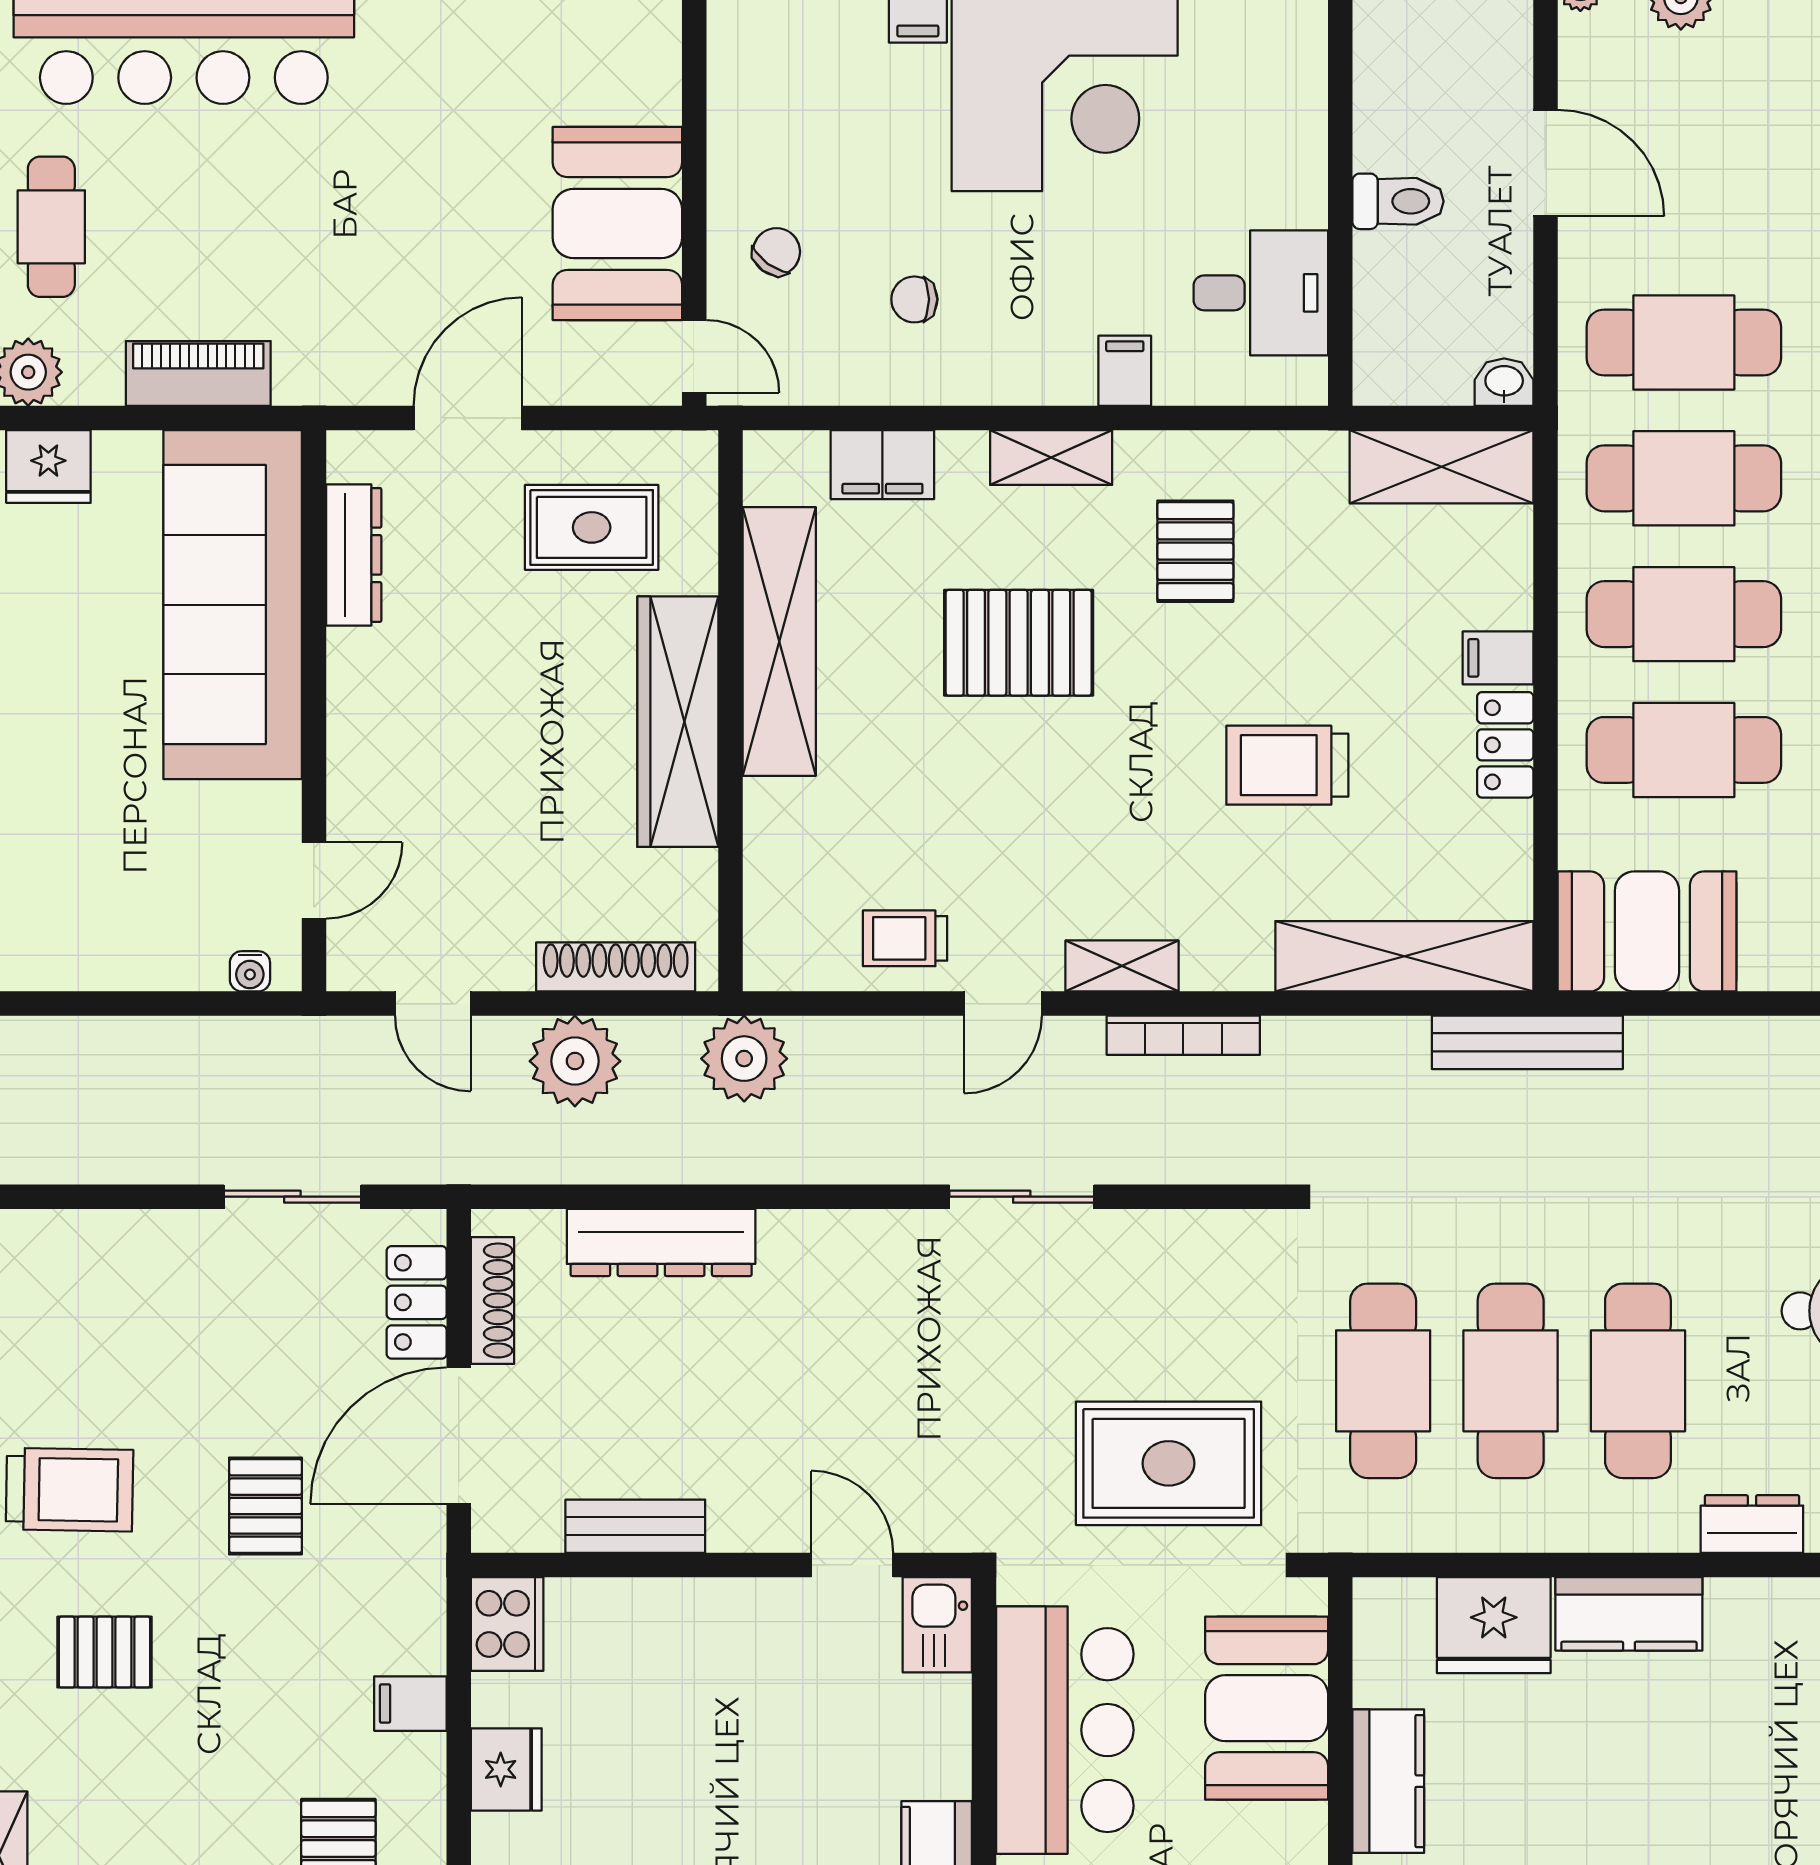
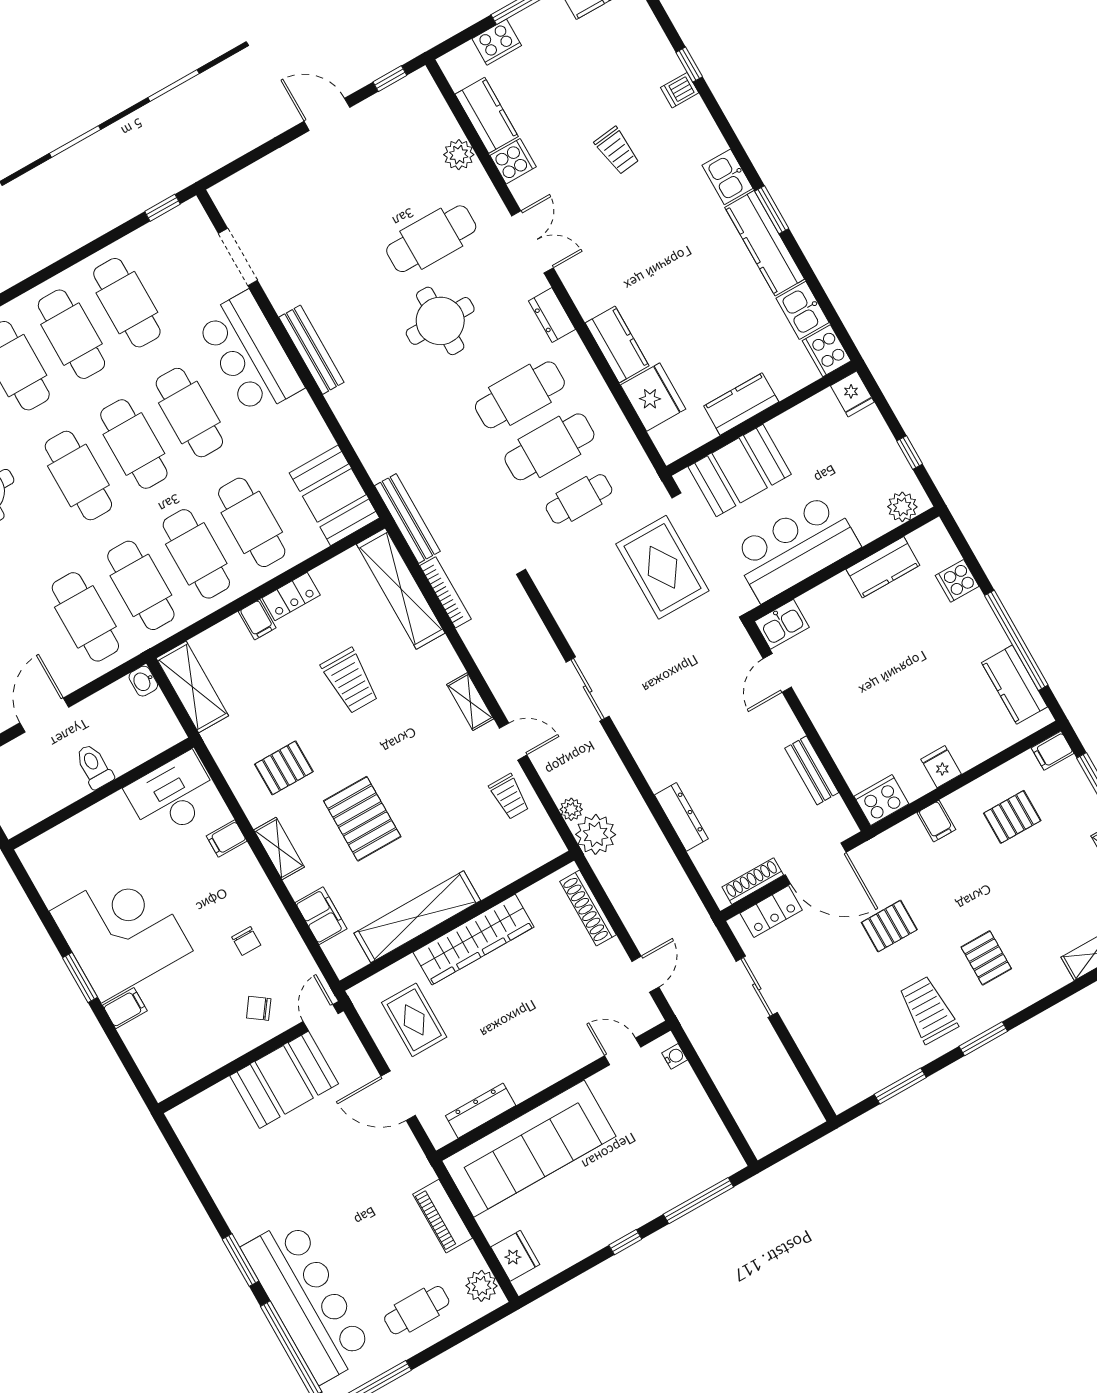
desk: (1261, 293) -> (173, 796), width x1.37
bookcase: (1183, 1035) -> (445, 592), moved
plant: (575, 1061) -> (571, 809), moved, width x0.53, depth x0.53
dresser: (661, 1242) -> (681, 817), width x0.73, depth x0.80
cafe table: (1383, 1381) -> (579, 499), width x0.73, depth x0.74
fridge: (506, 1769) -> (941, 767), width x0.72

